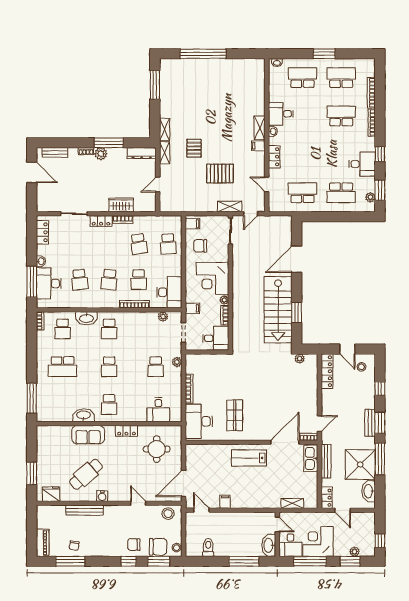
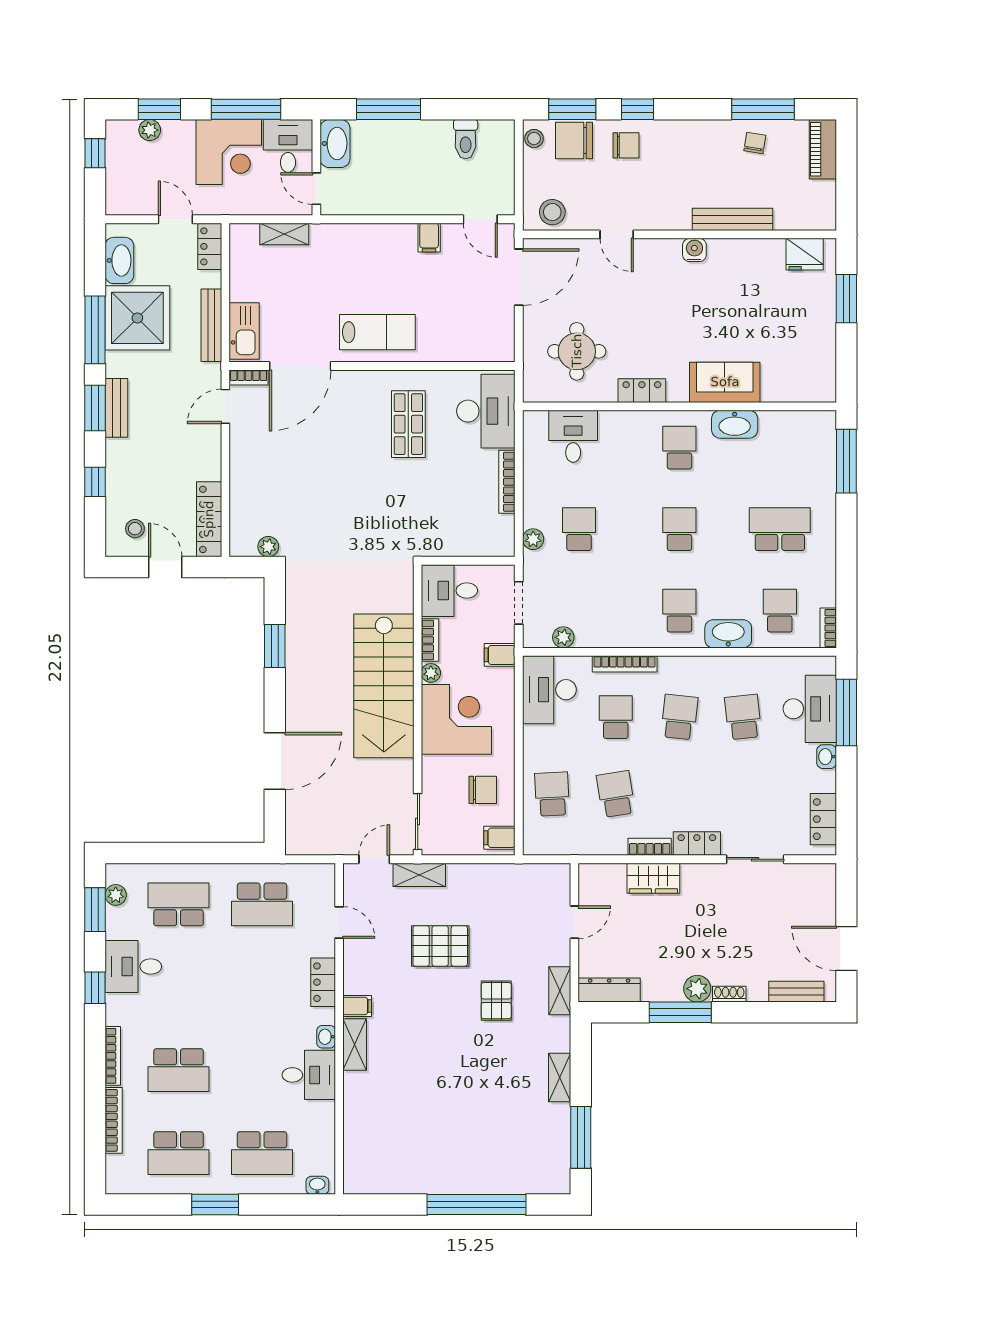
shelving: (165, 129) -> (560, 1078), moved
stairs: (278, 310) -> (384, 686), moved, turned 180
cafe table: (86, 474) -> (730, 297), removed

